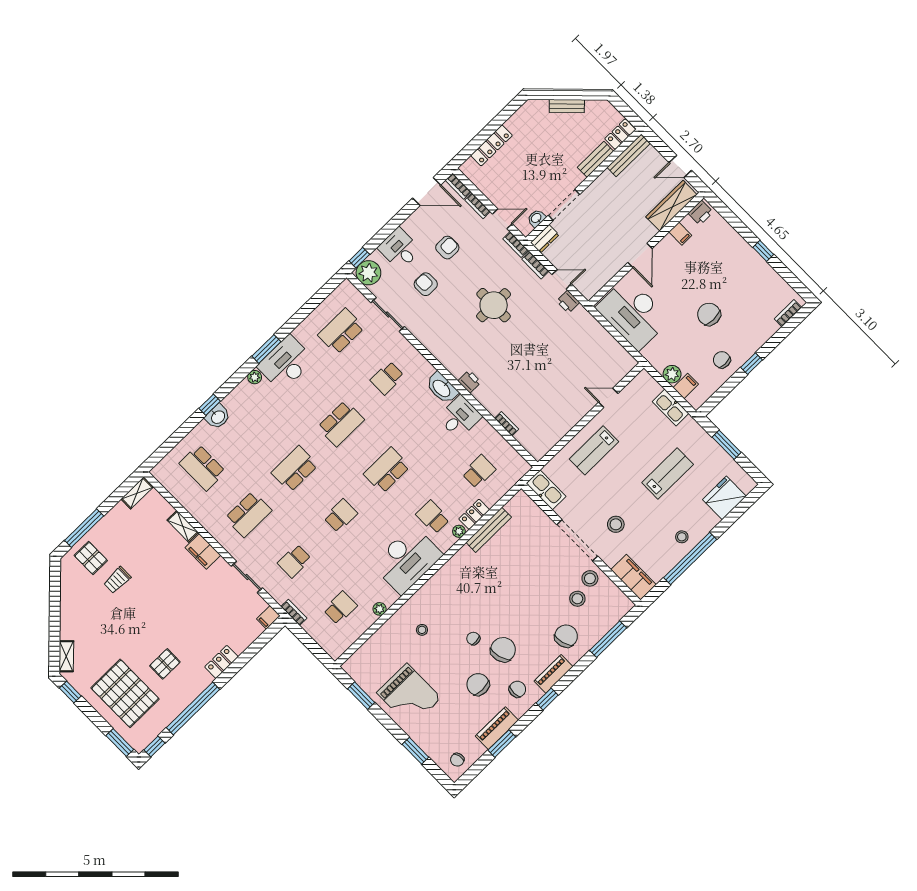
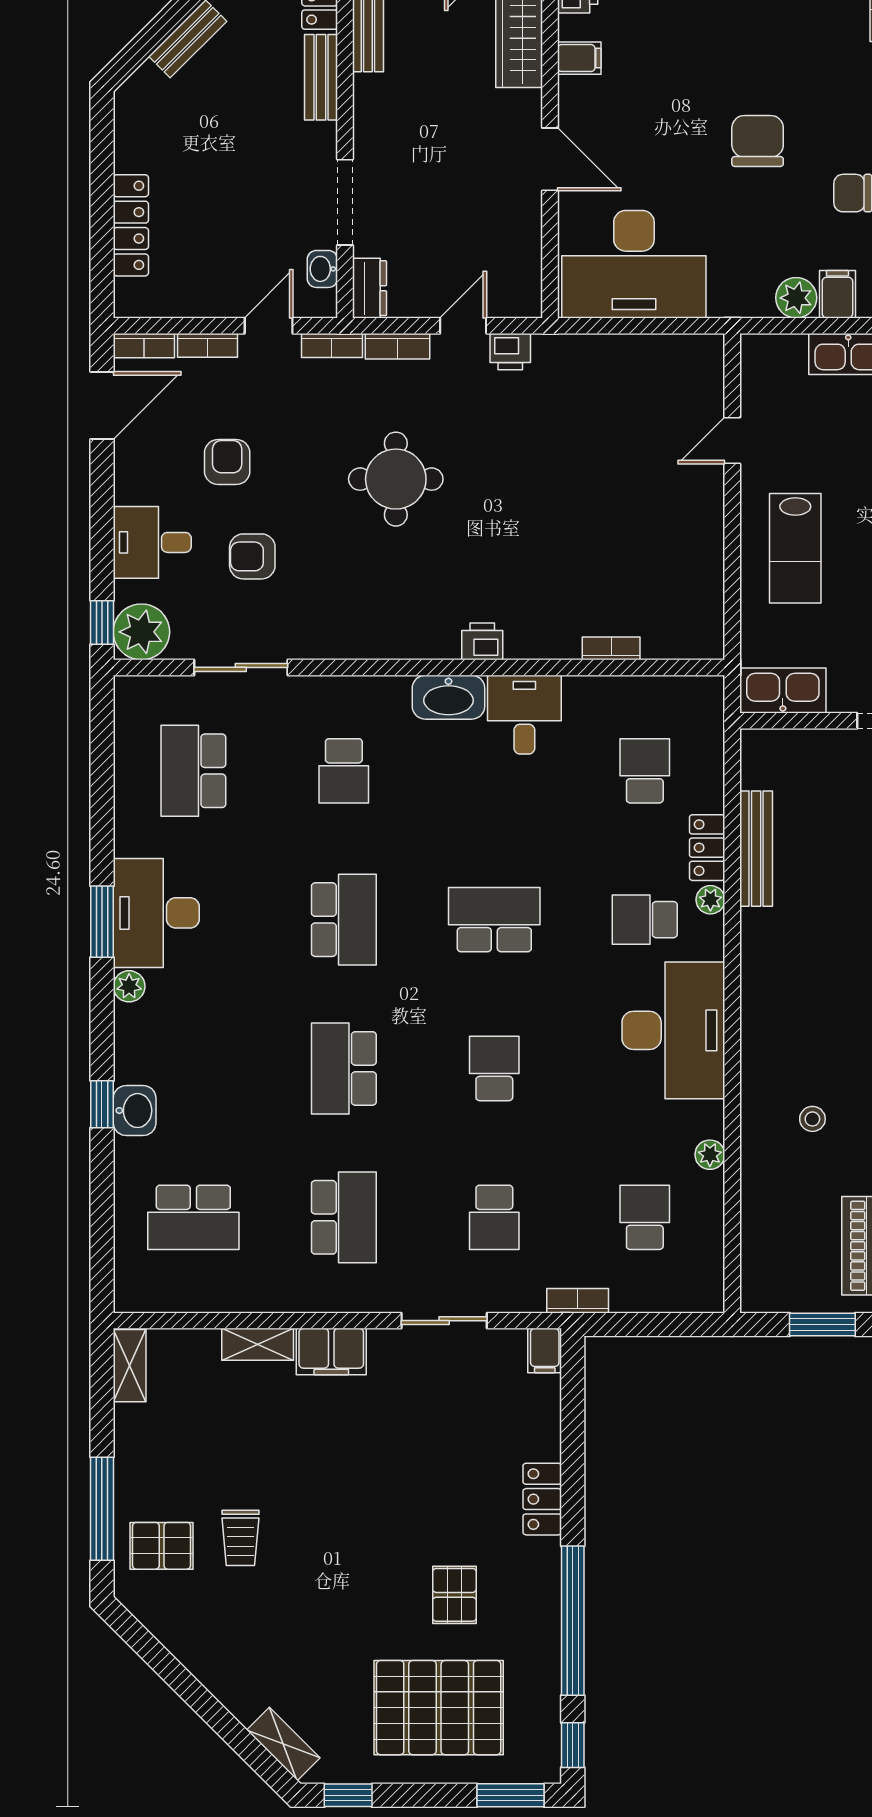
chair: (709, 314) -> (758, 141), turned 90
school desk: (387, 470) -> (494, 920), turned 90

